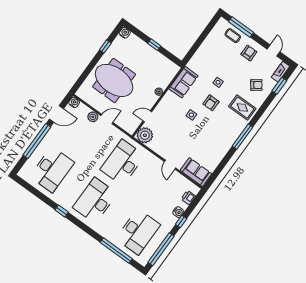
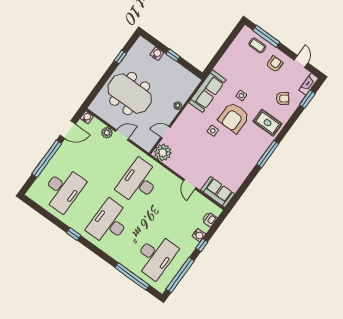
water cooler: (125, 33) -> (157, 54), moved
sofa: (183, 82) -> (207, 91), width x1.36
armchair: (211, 103) -> (234, 118), width x1.88, depth x1.88

